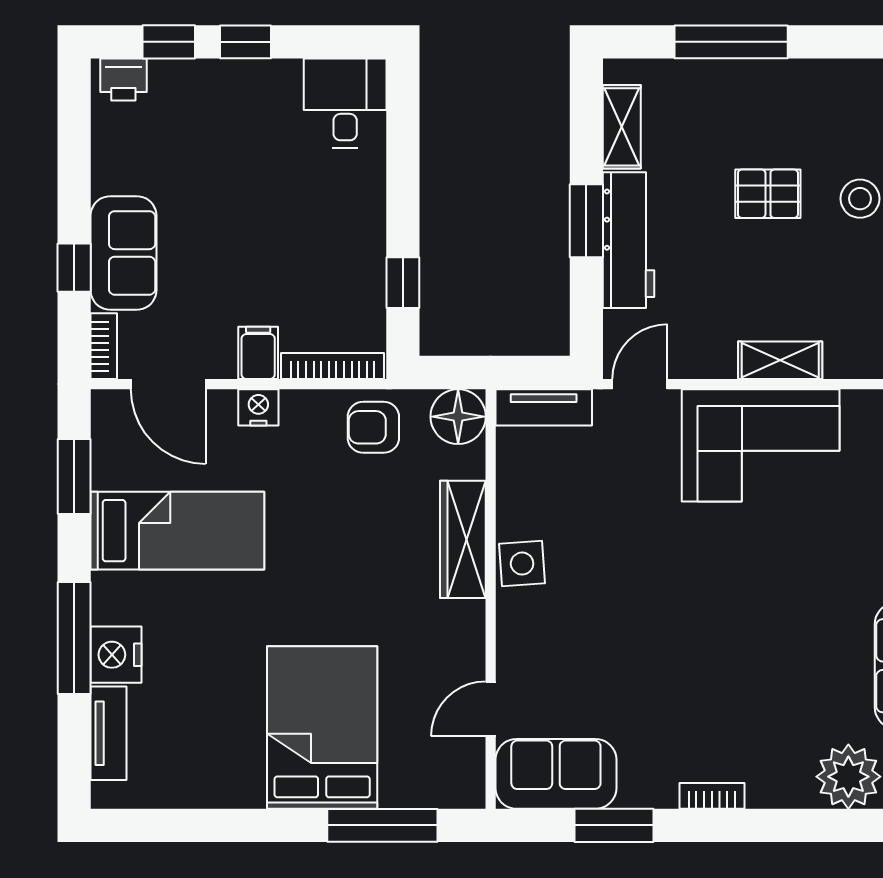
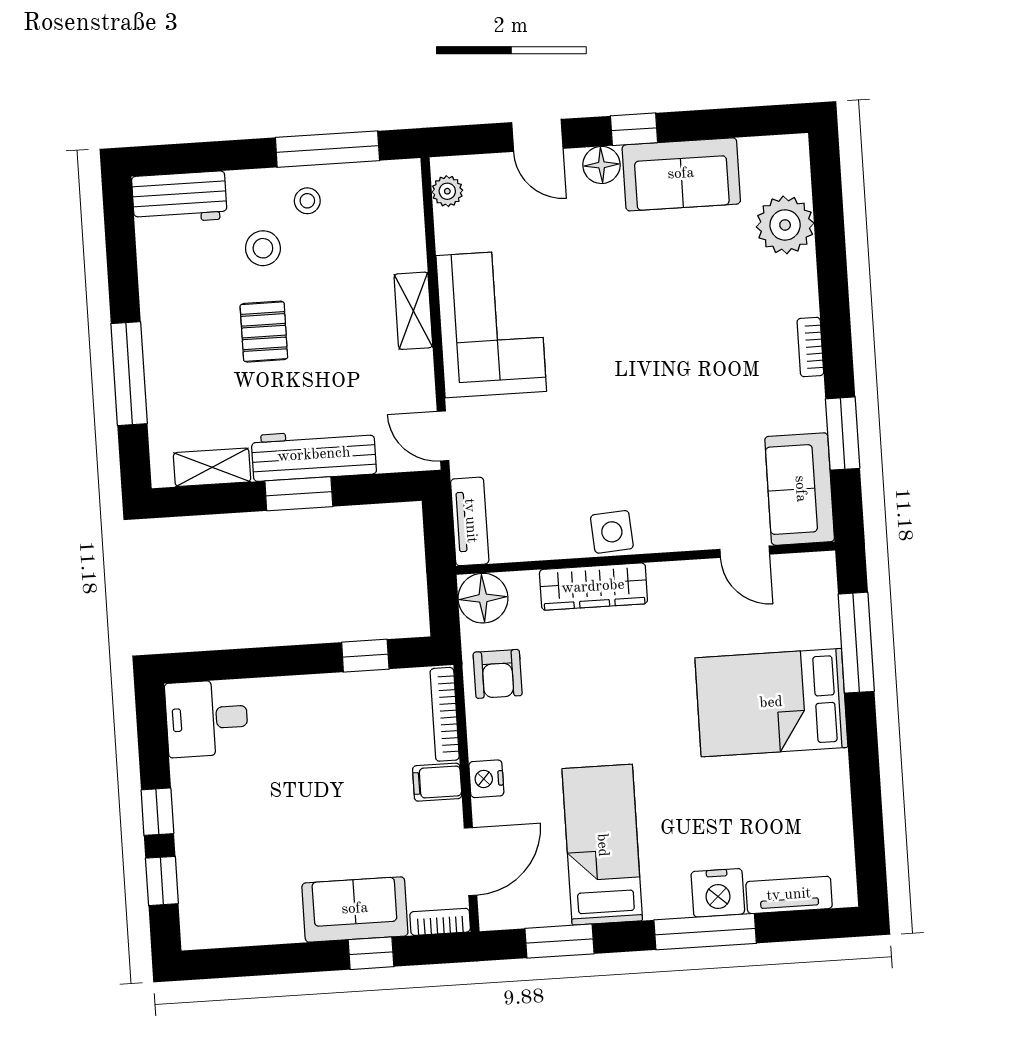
printer: (123, 79) -> (198, 920), removed

